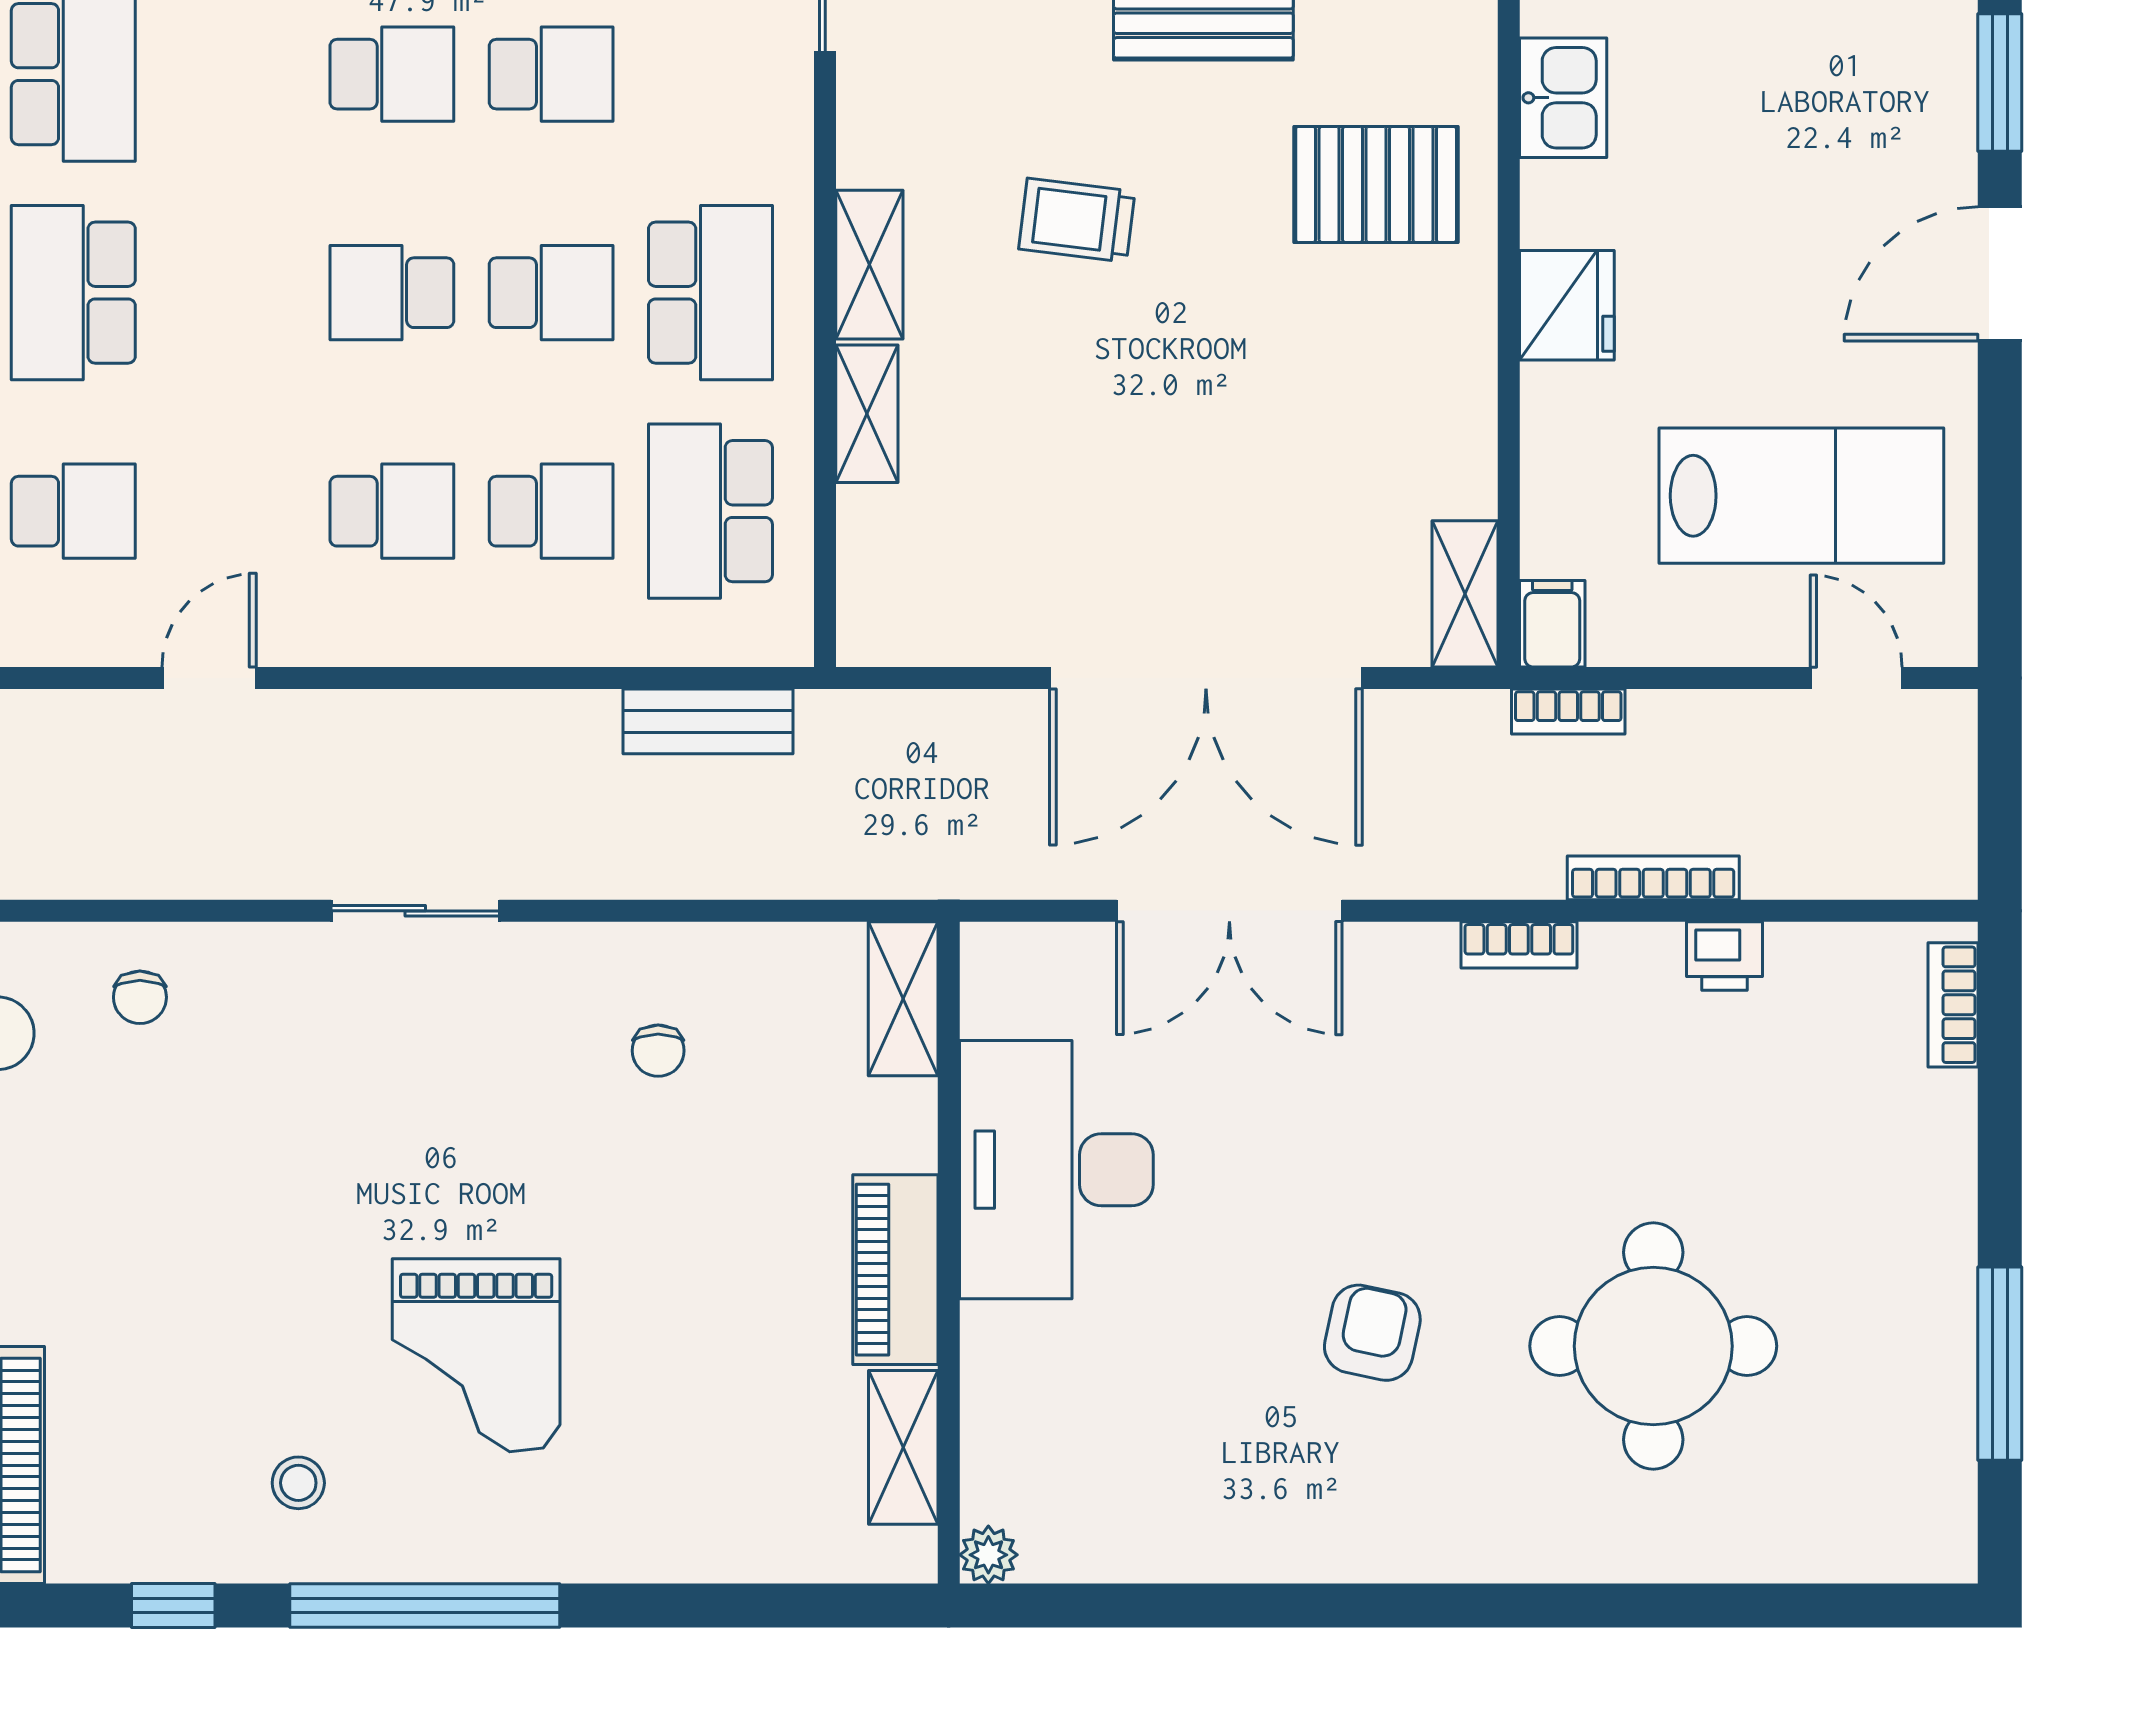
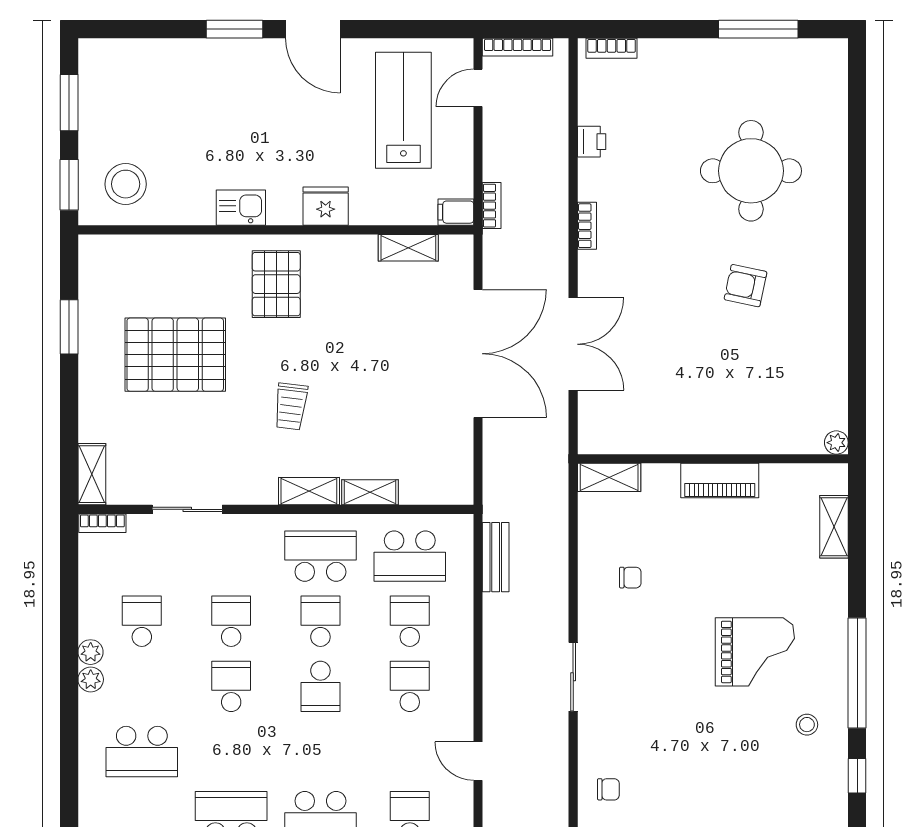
shelving: (1465, 594) -> (408, 248), moved
bookcase: (1653, 878) -> (518, 47), moved, turned -90
desk: (1056, 1170) -> (679, 415), removed
shelving: (903, 1447) -> (834, 527), moved, turned 90

